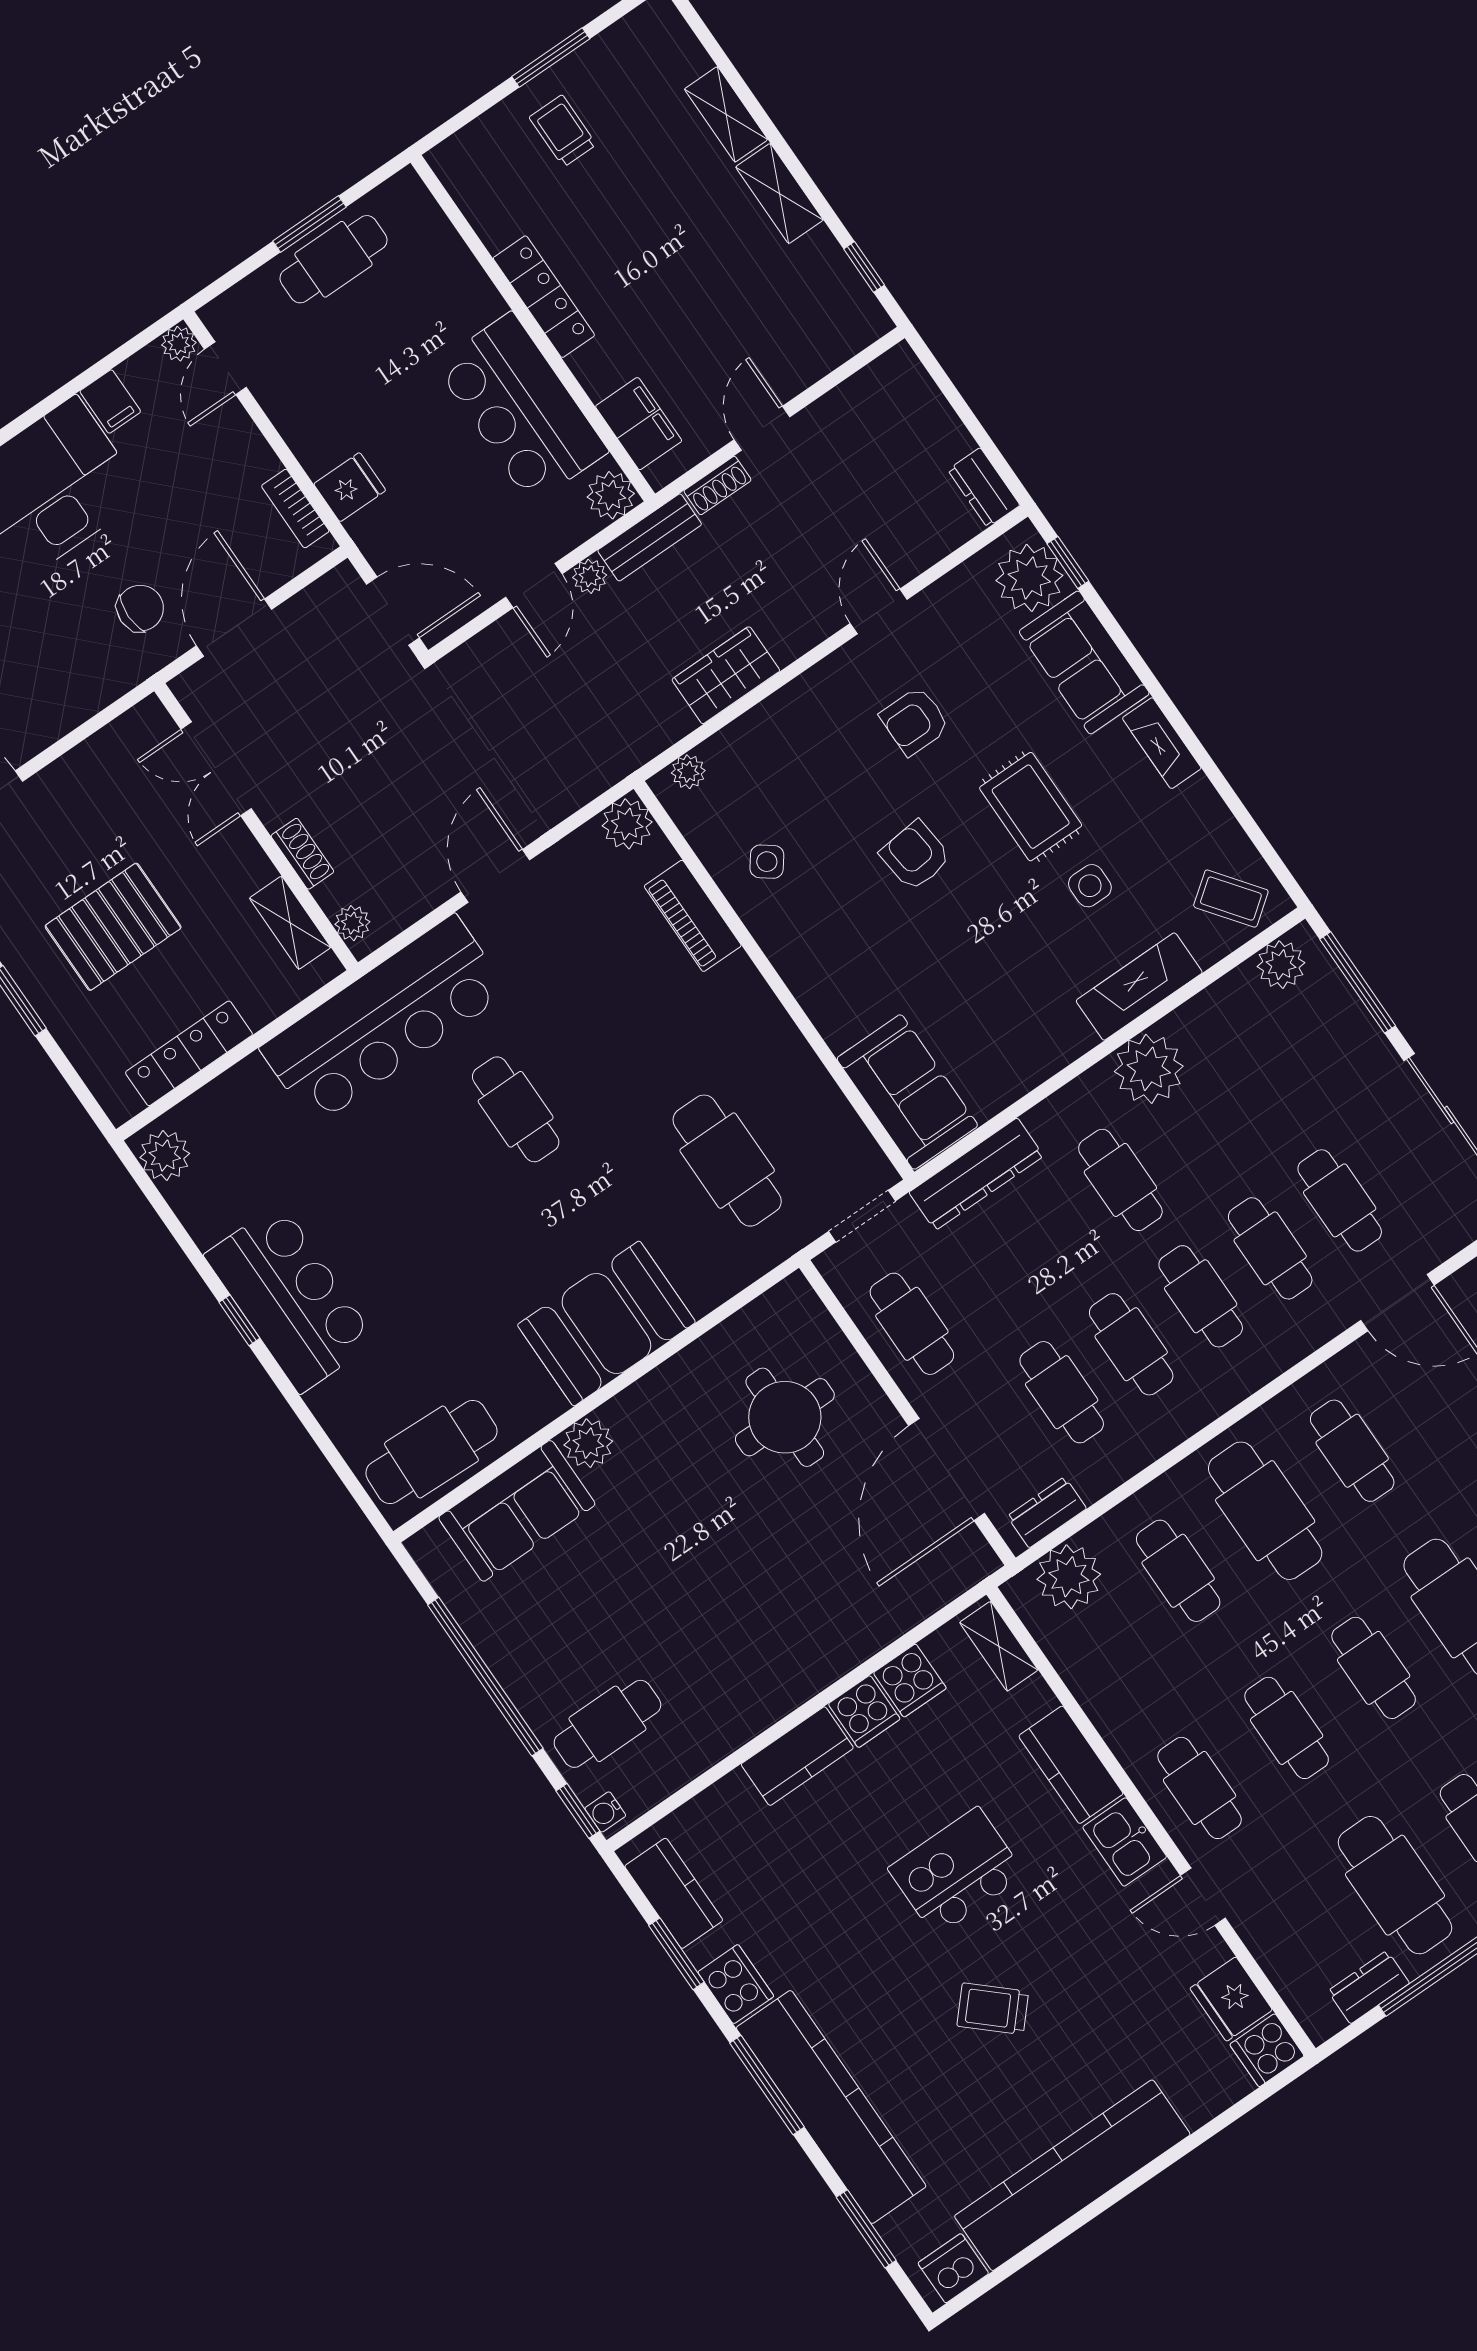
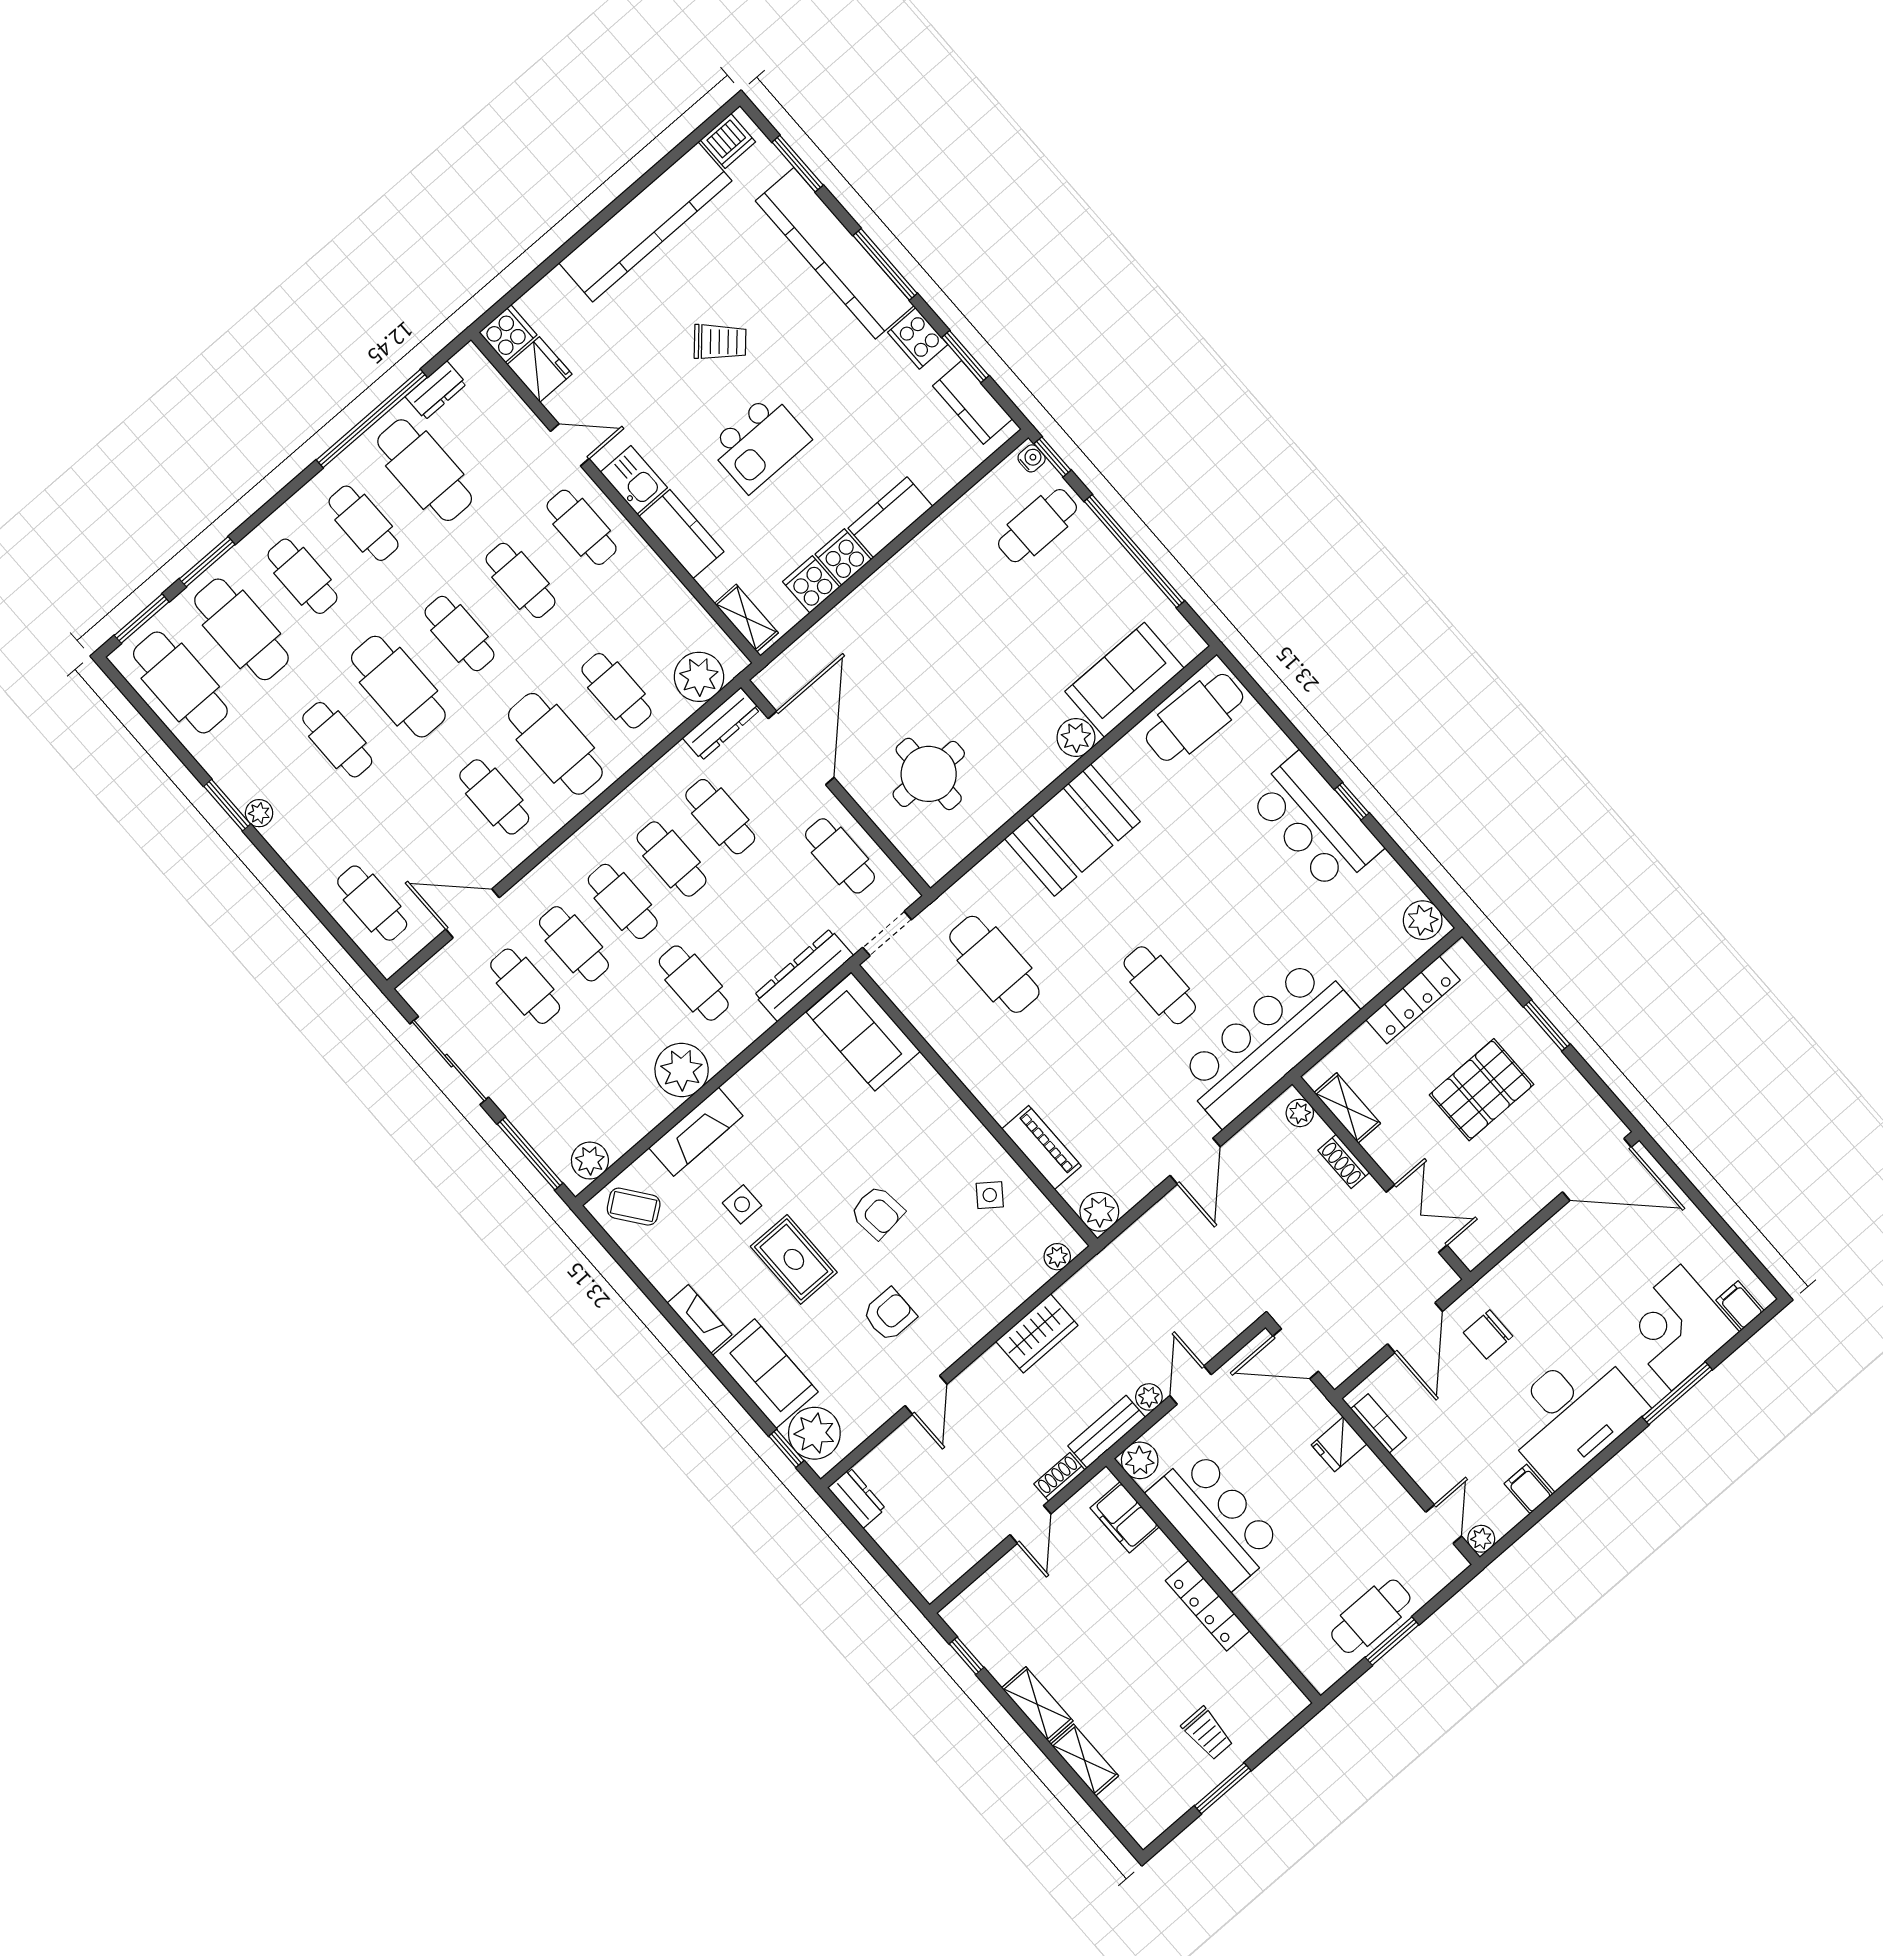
dresser: (1047, 1512) -> (721, 724), width x1.44

